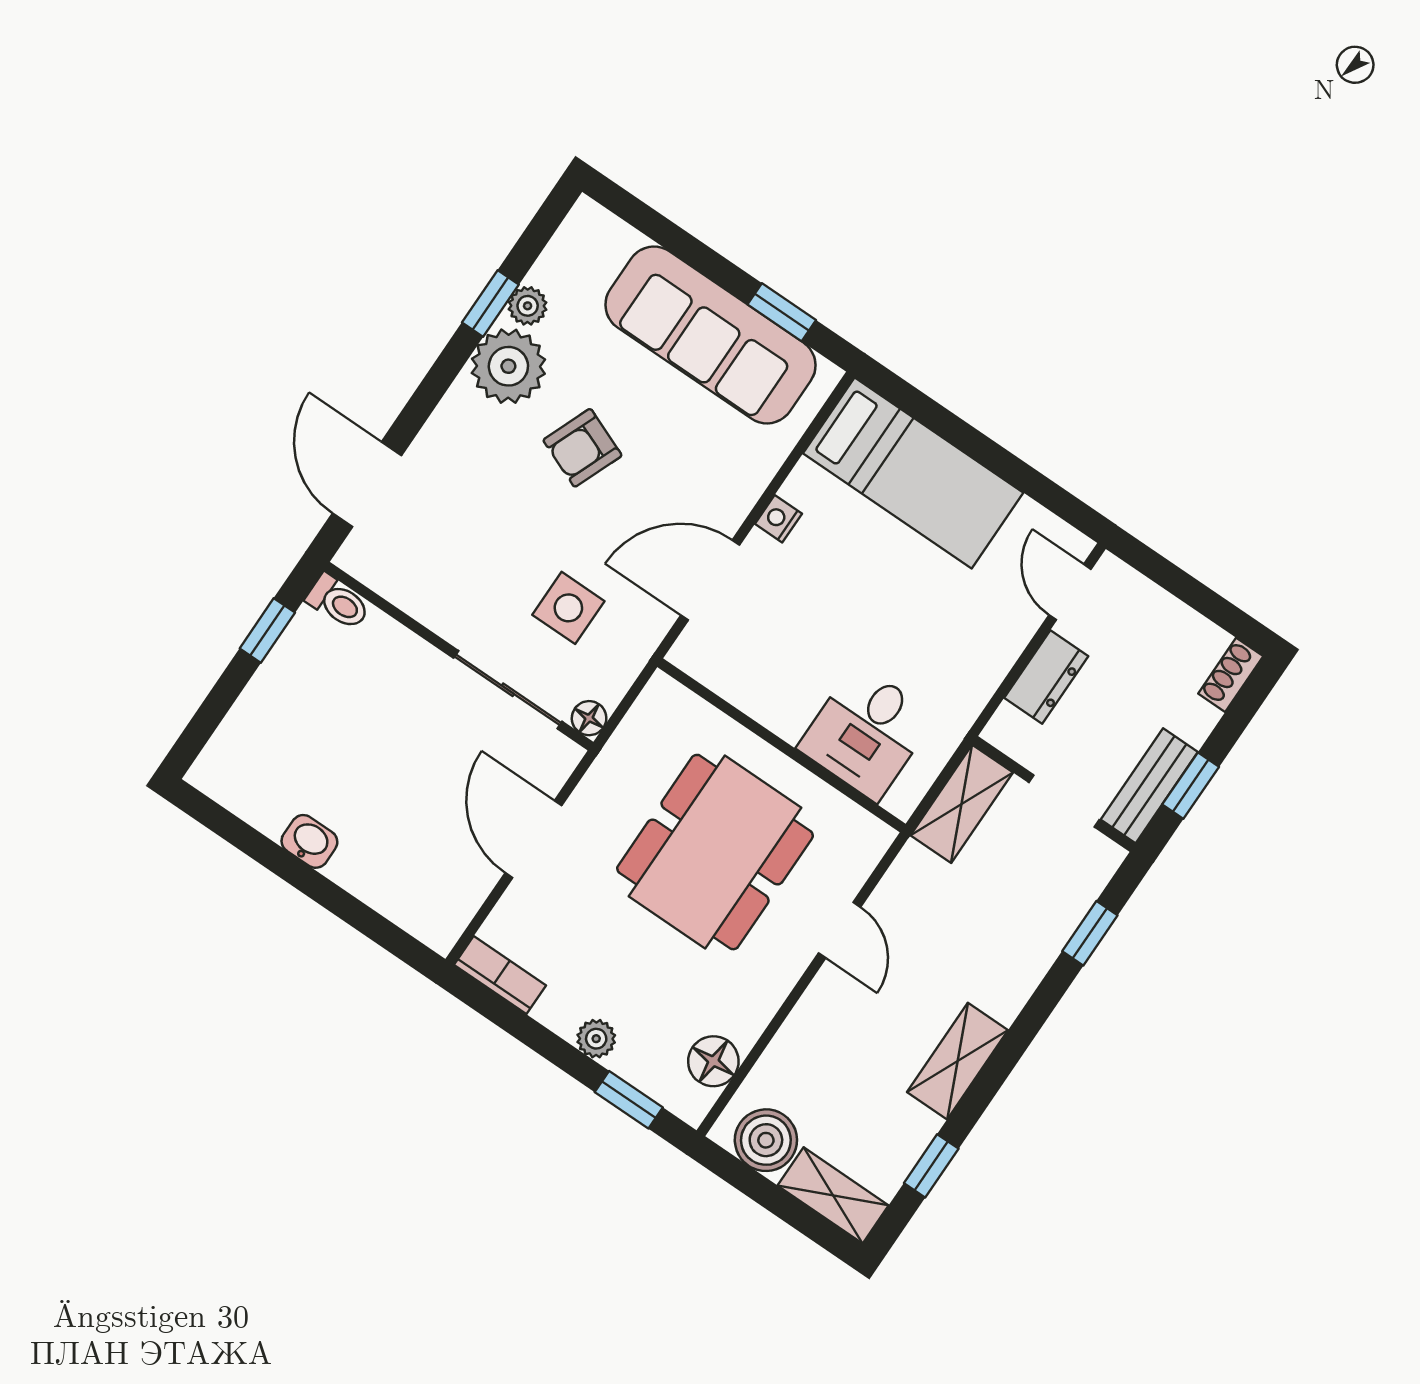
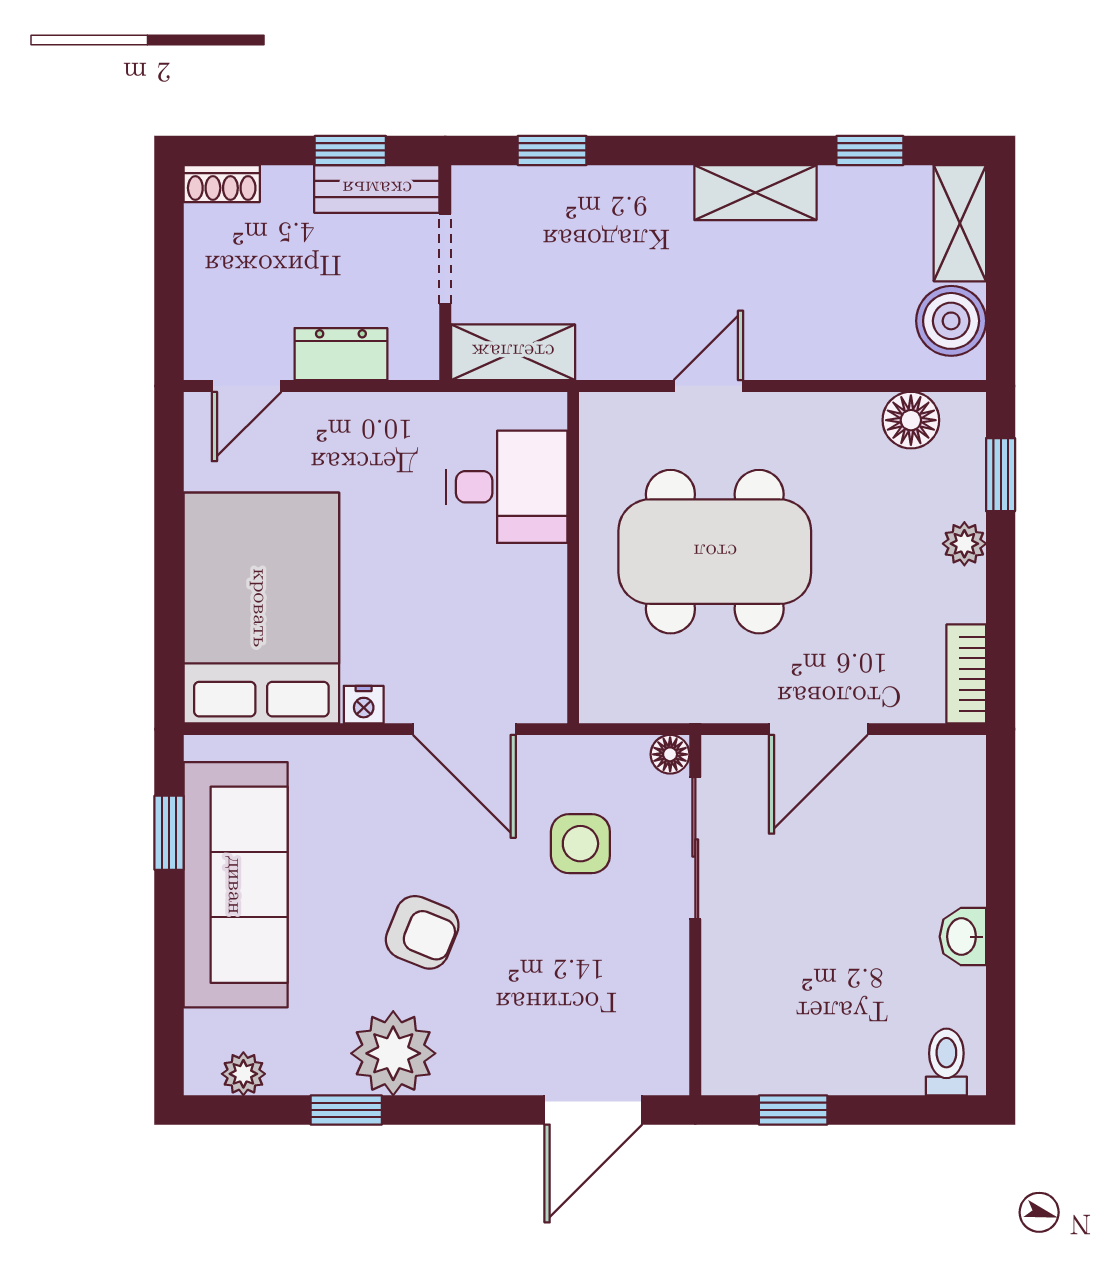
plant: (528, 306) -> (243, 1074), moved
bed: (913, 473) -> (261, 608), width x1.50
toilet: (338, 602) -> (946, 1062), moved

